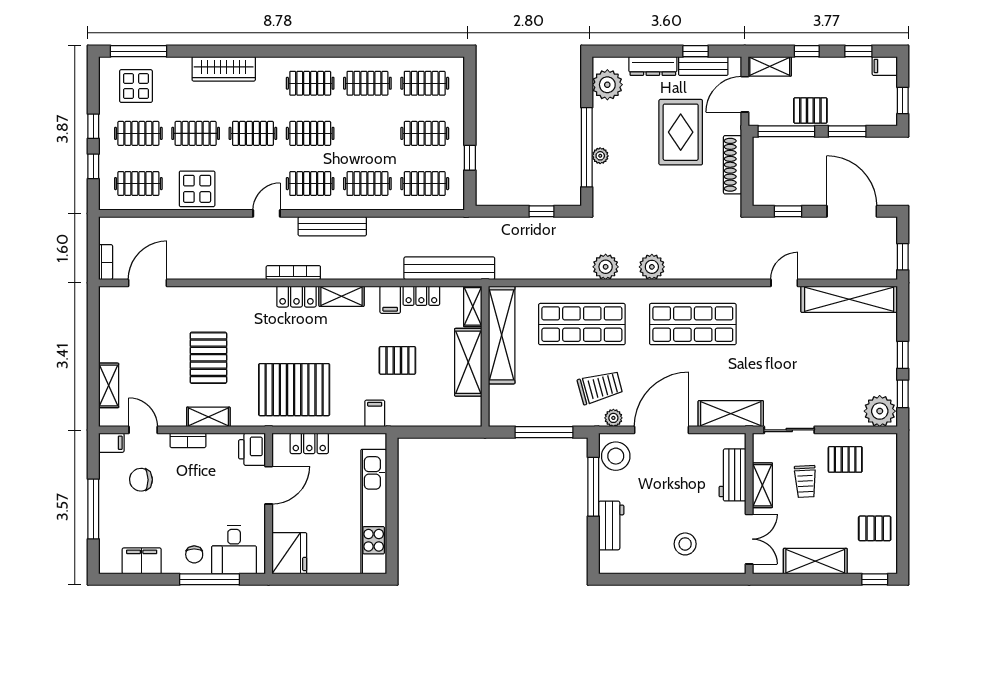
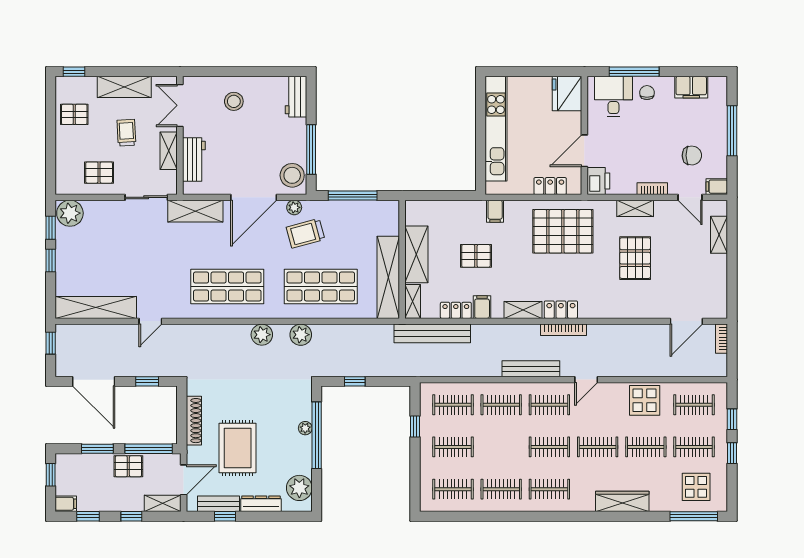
trolley: (805, 482) -> (126, 133), moved
workbench: (611, 525) -> (296, 97), moved

